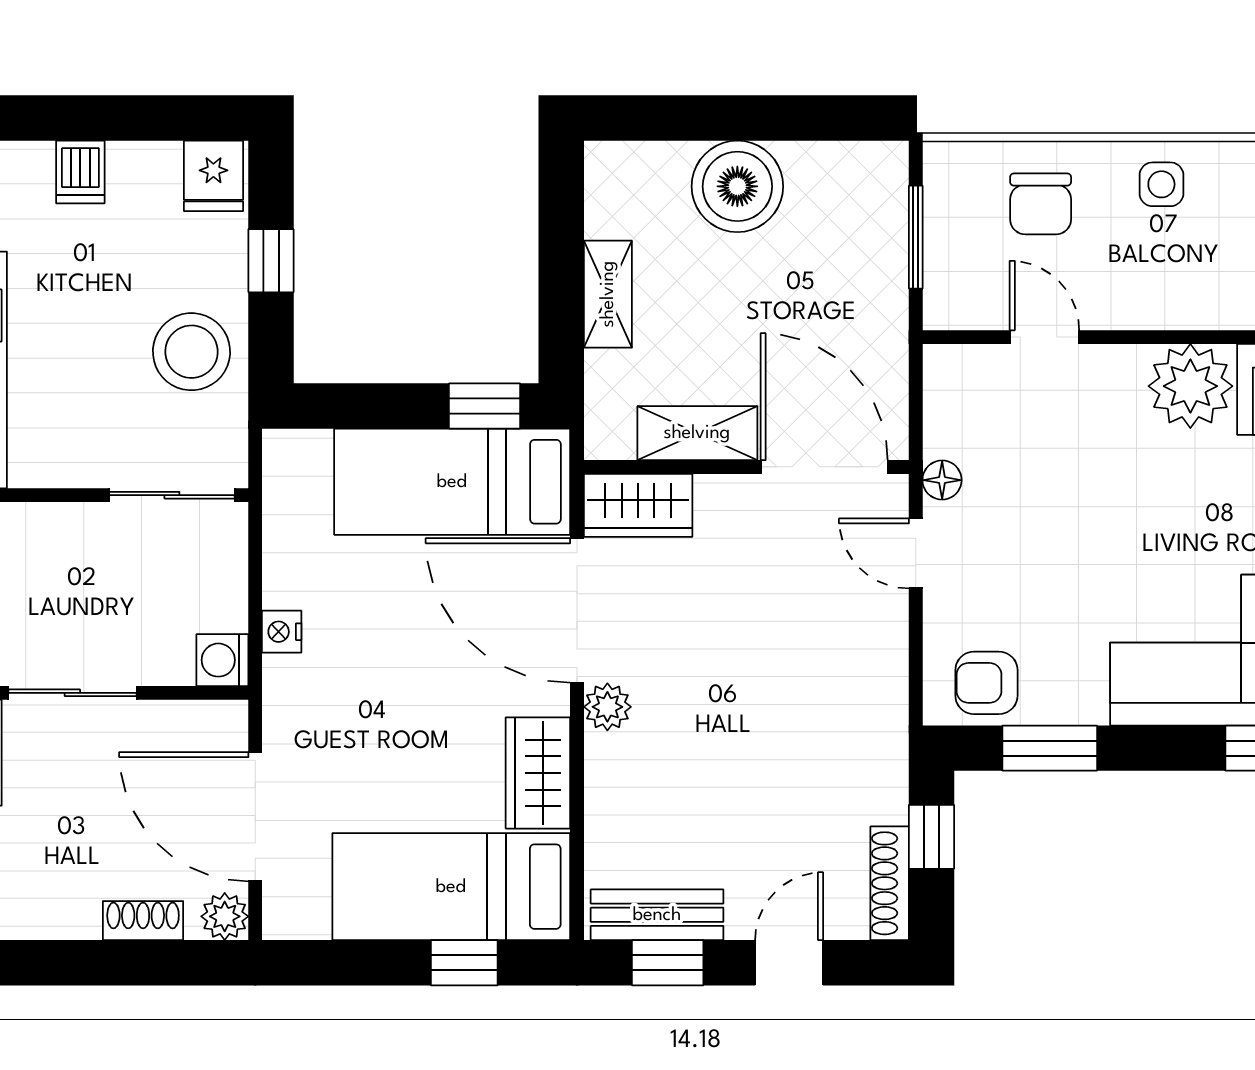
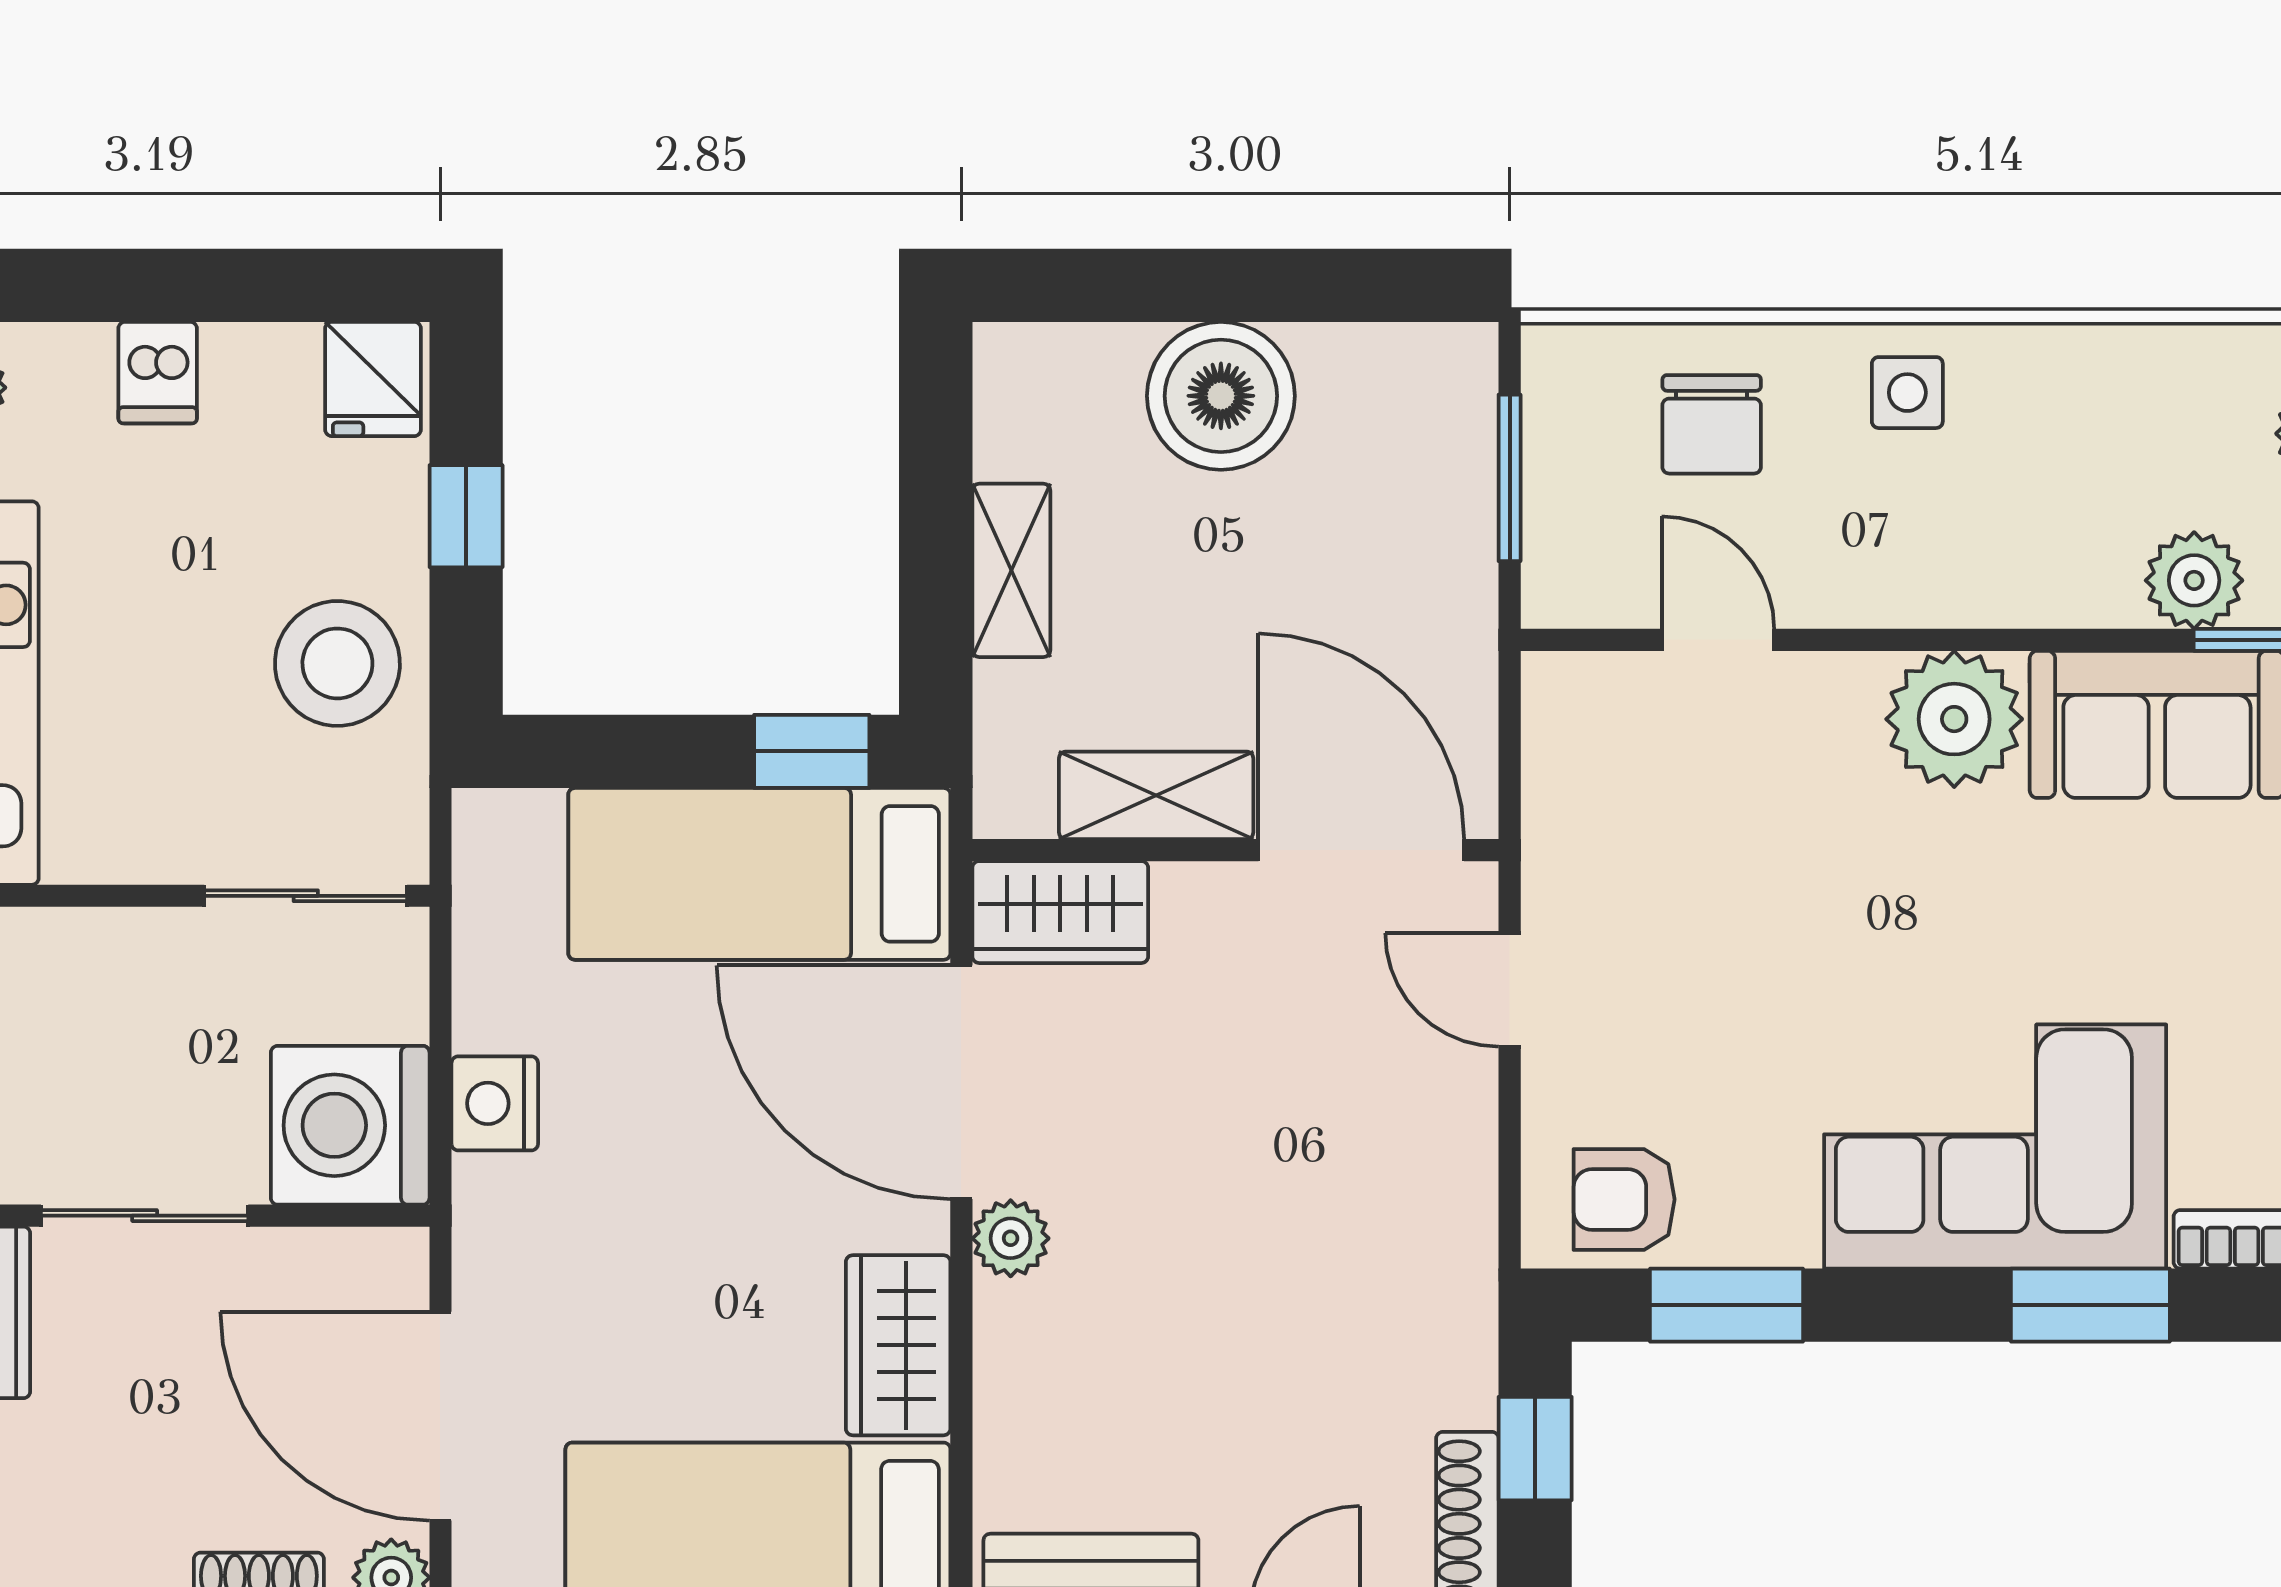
floor lamp: (942, 480) -> (1552, 871), removed
nightstand: (282, 632) -> (495, 1103), width x1.39, depth x1.35
washing machine: (222, 660) -> (350, 1125), width x1.89, depth x1.89

